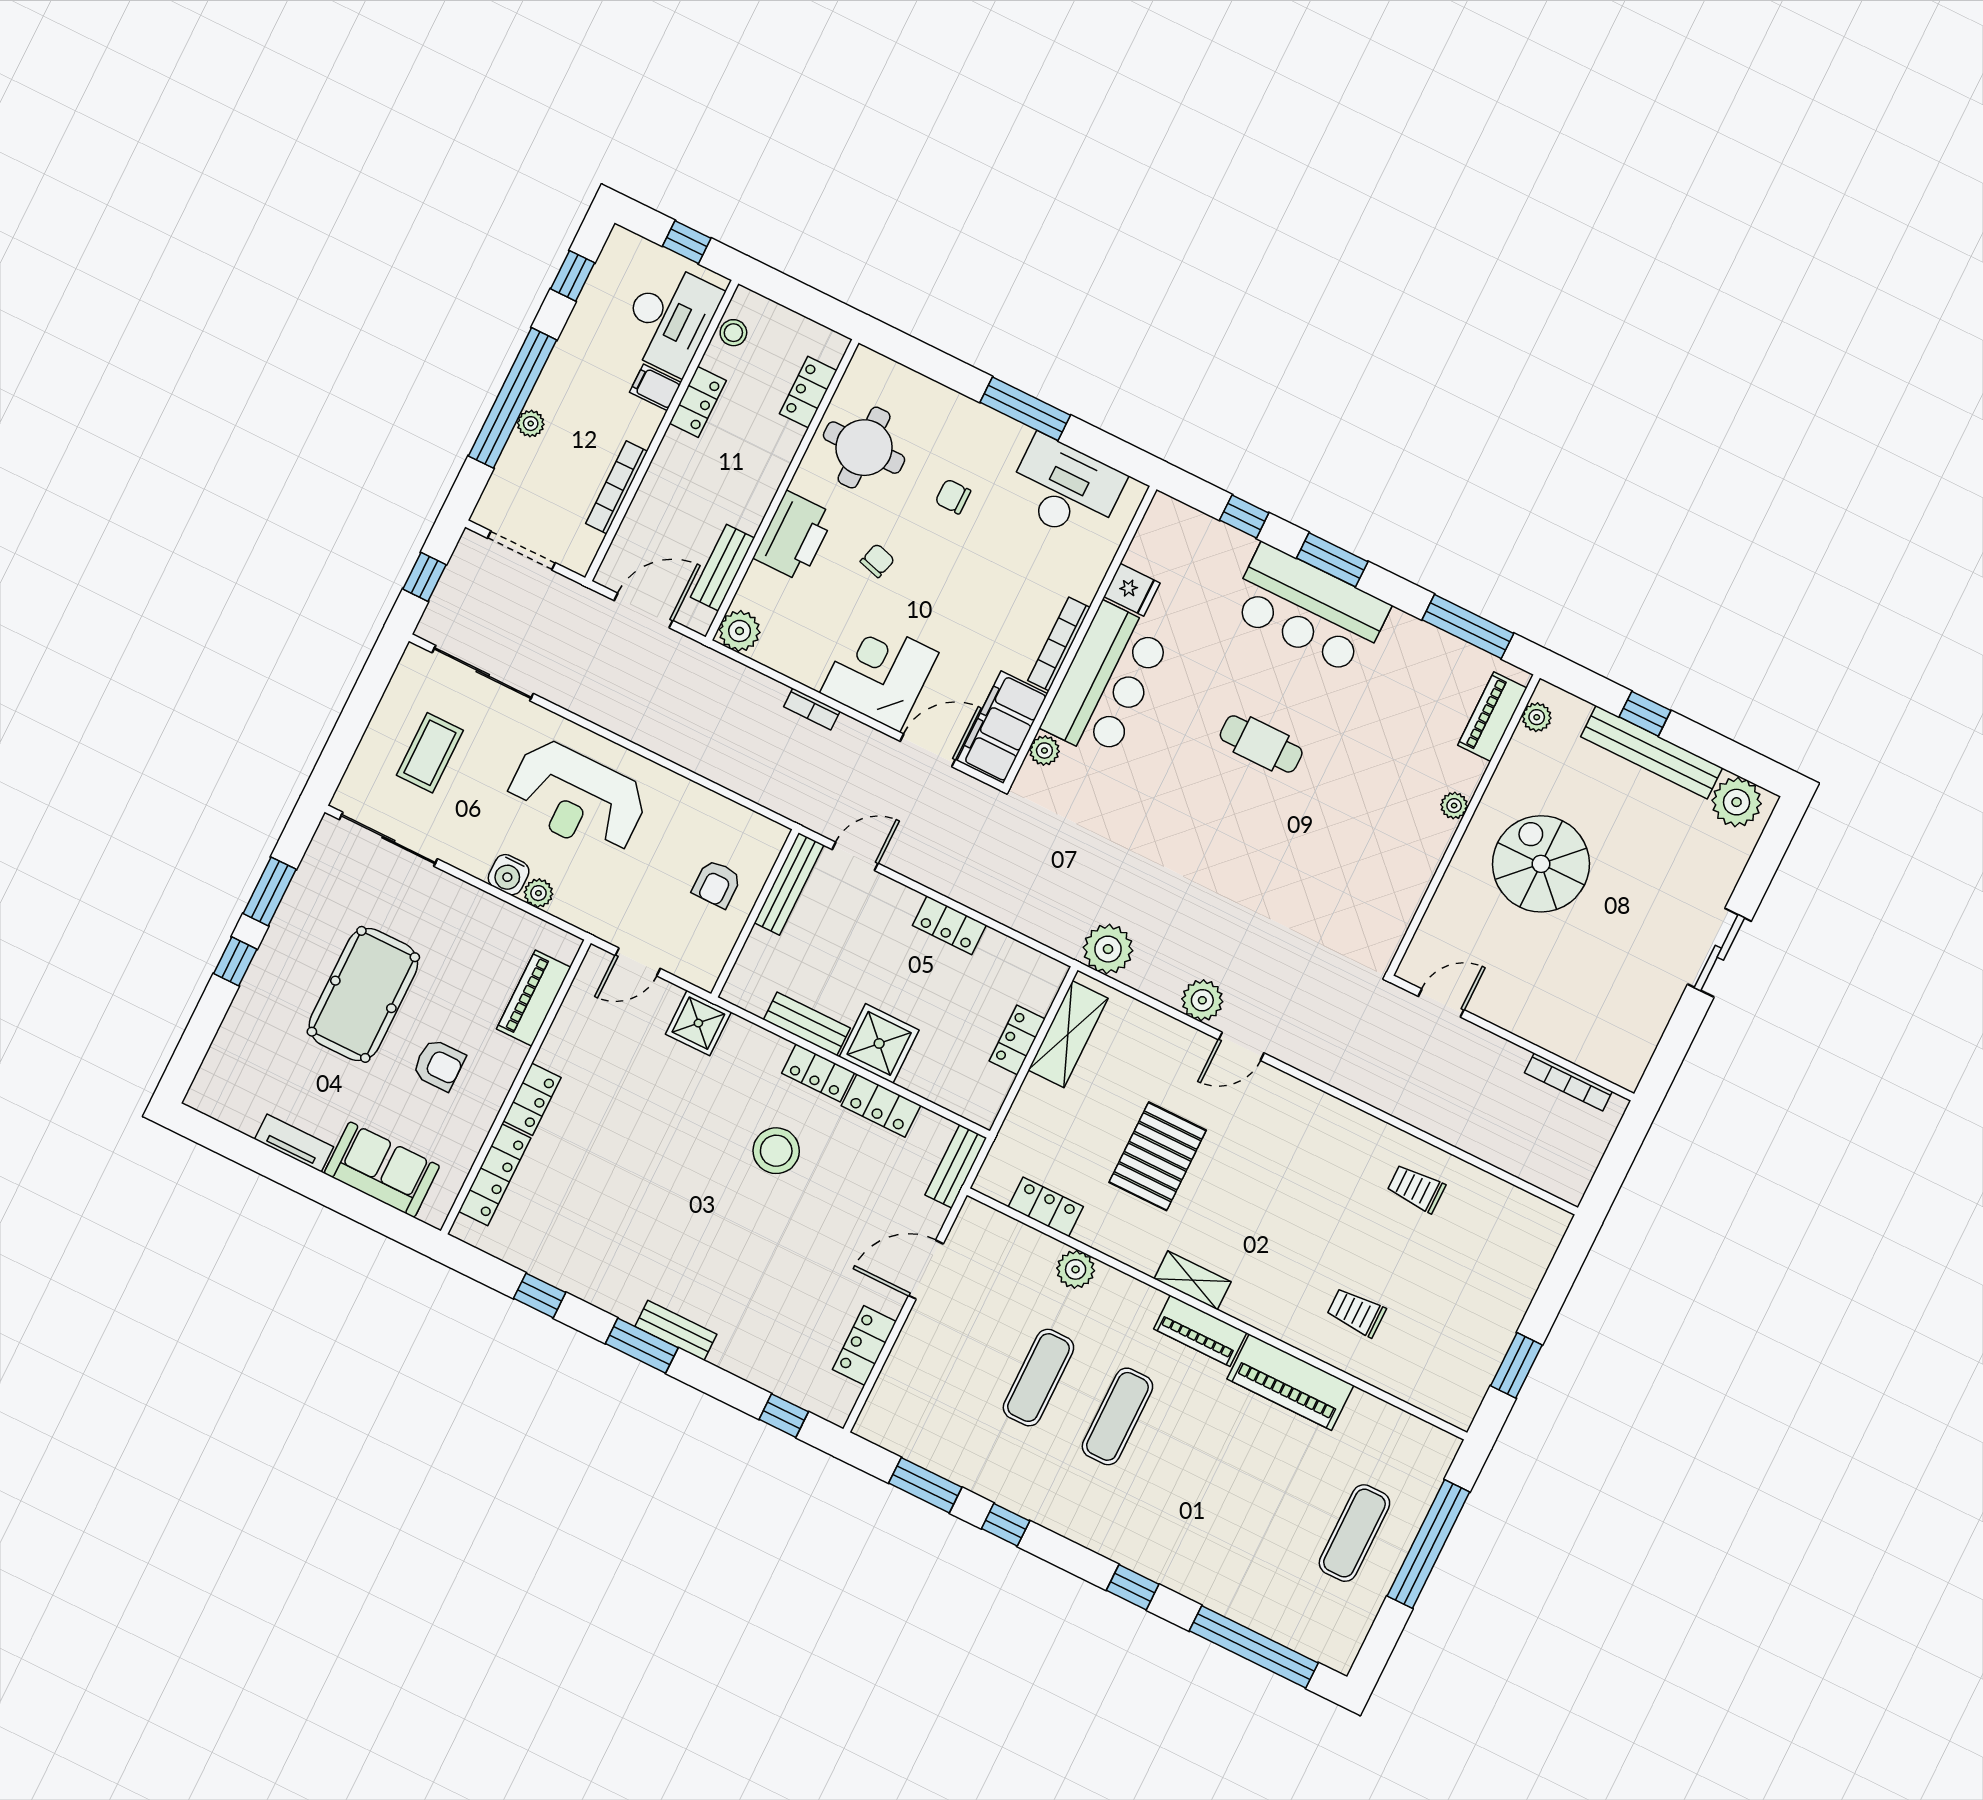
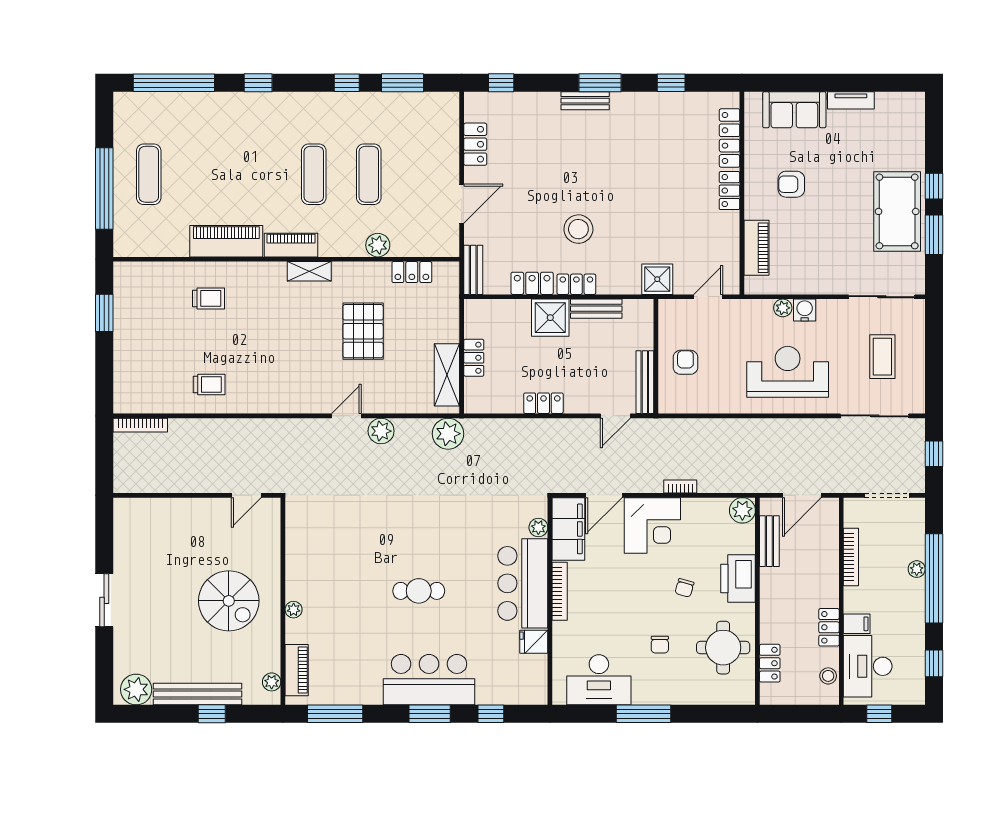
chair: (953, 497) -> (660, 645), turned 90
pool table: (363, 994) -> (897, 211), moved
bookcase: (1568, 1082) -> (140, 425), moved, turned 180

